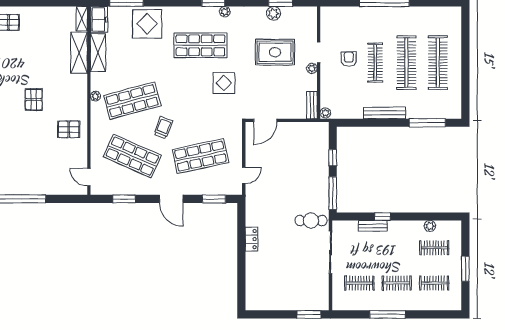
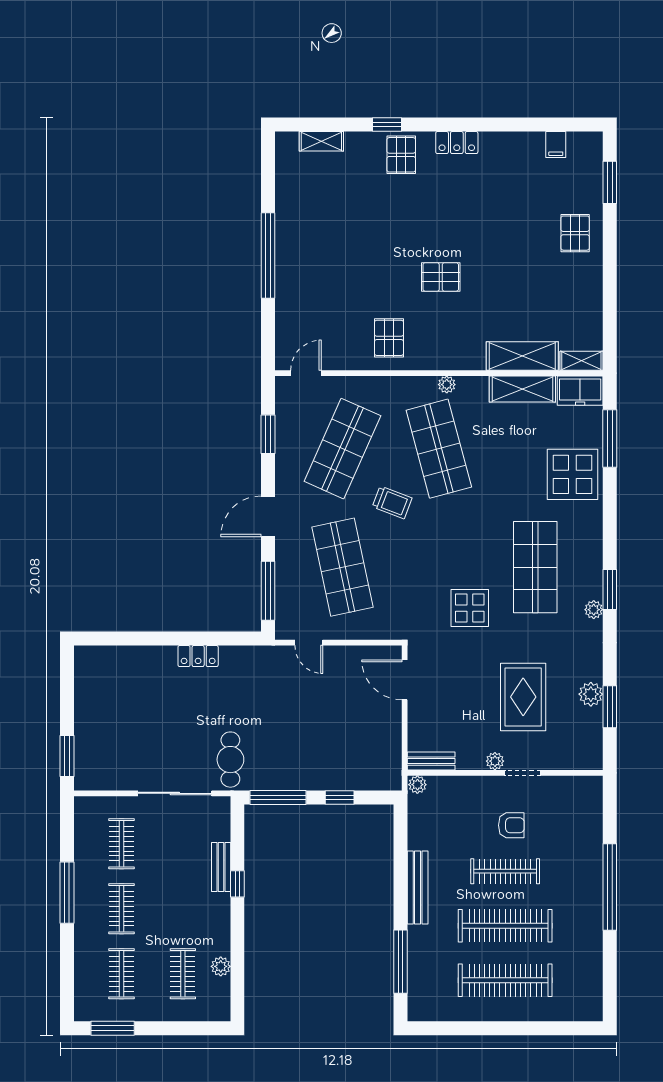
window: (214, 199) -> (268, 591), width x1.44
window: (465, 269) -> (113, 1028), moved

